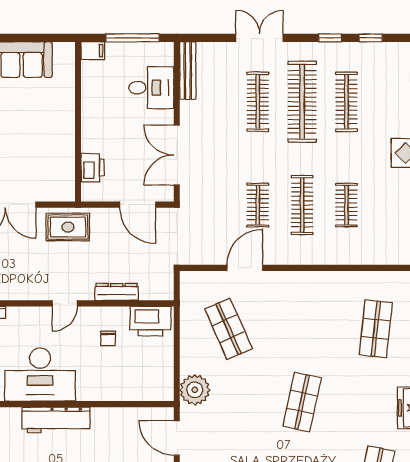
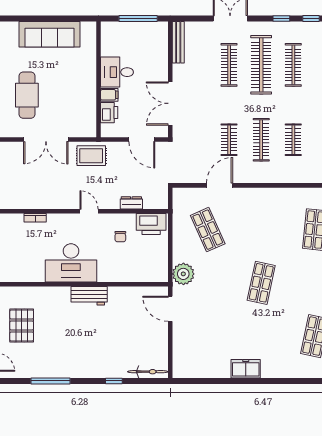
filing cabinet: (93, 51) -> (109, 95), moved
desk: (151, 88) -> (117, 72), moved, turned 180
dresser: (117, 292) -> (131, 203), width x0.70
door: (65, 303) -> (89, 211), swing flipped
workbench: (56, 420) -> (89, 296), width x0.73

